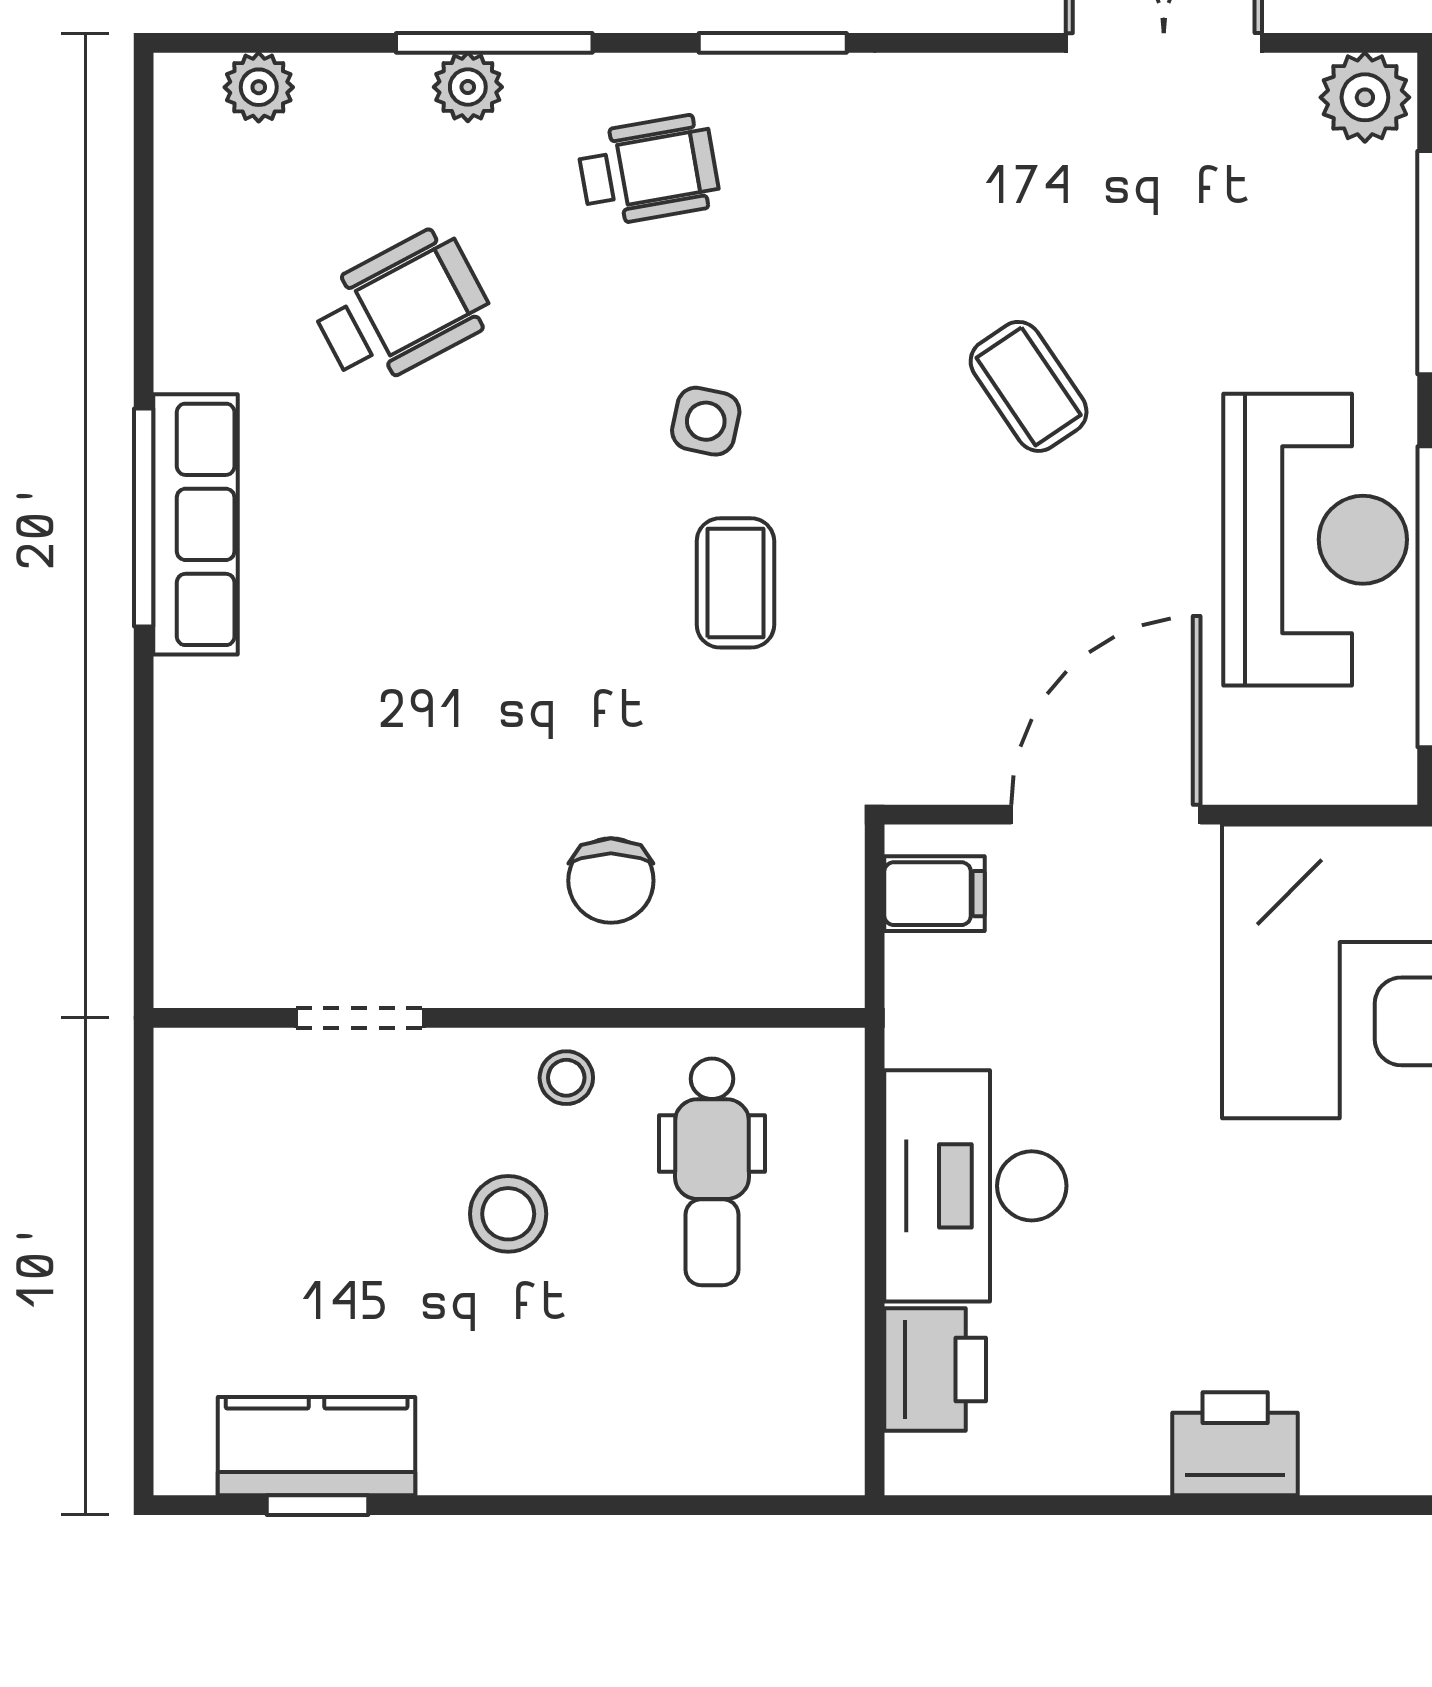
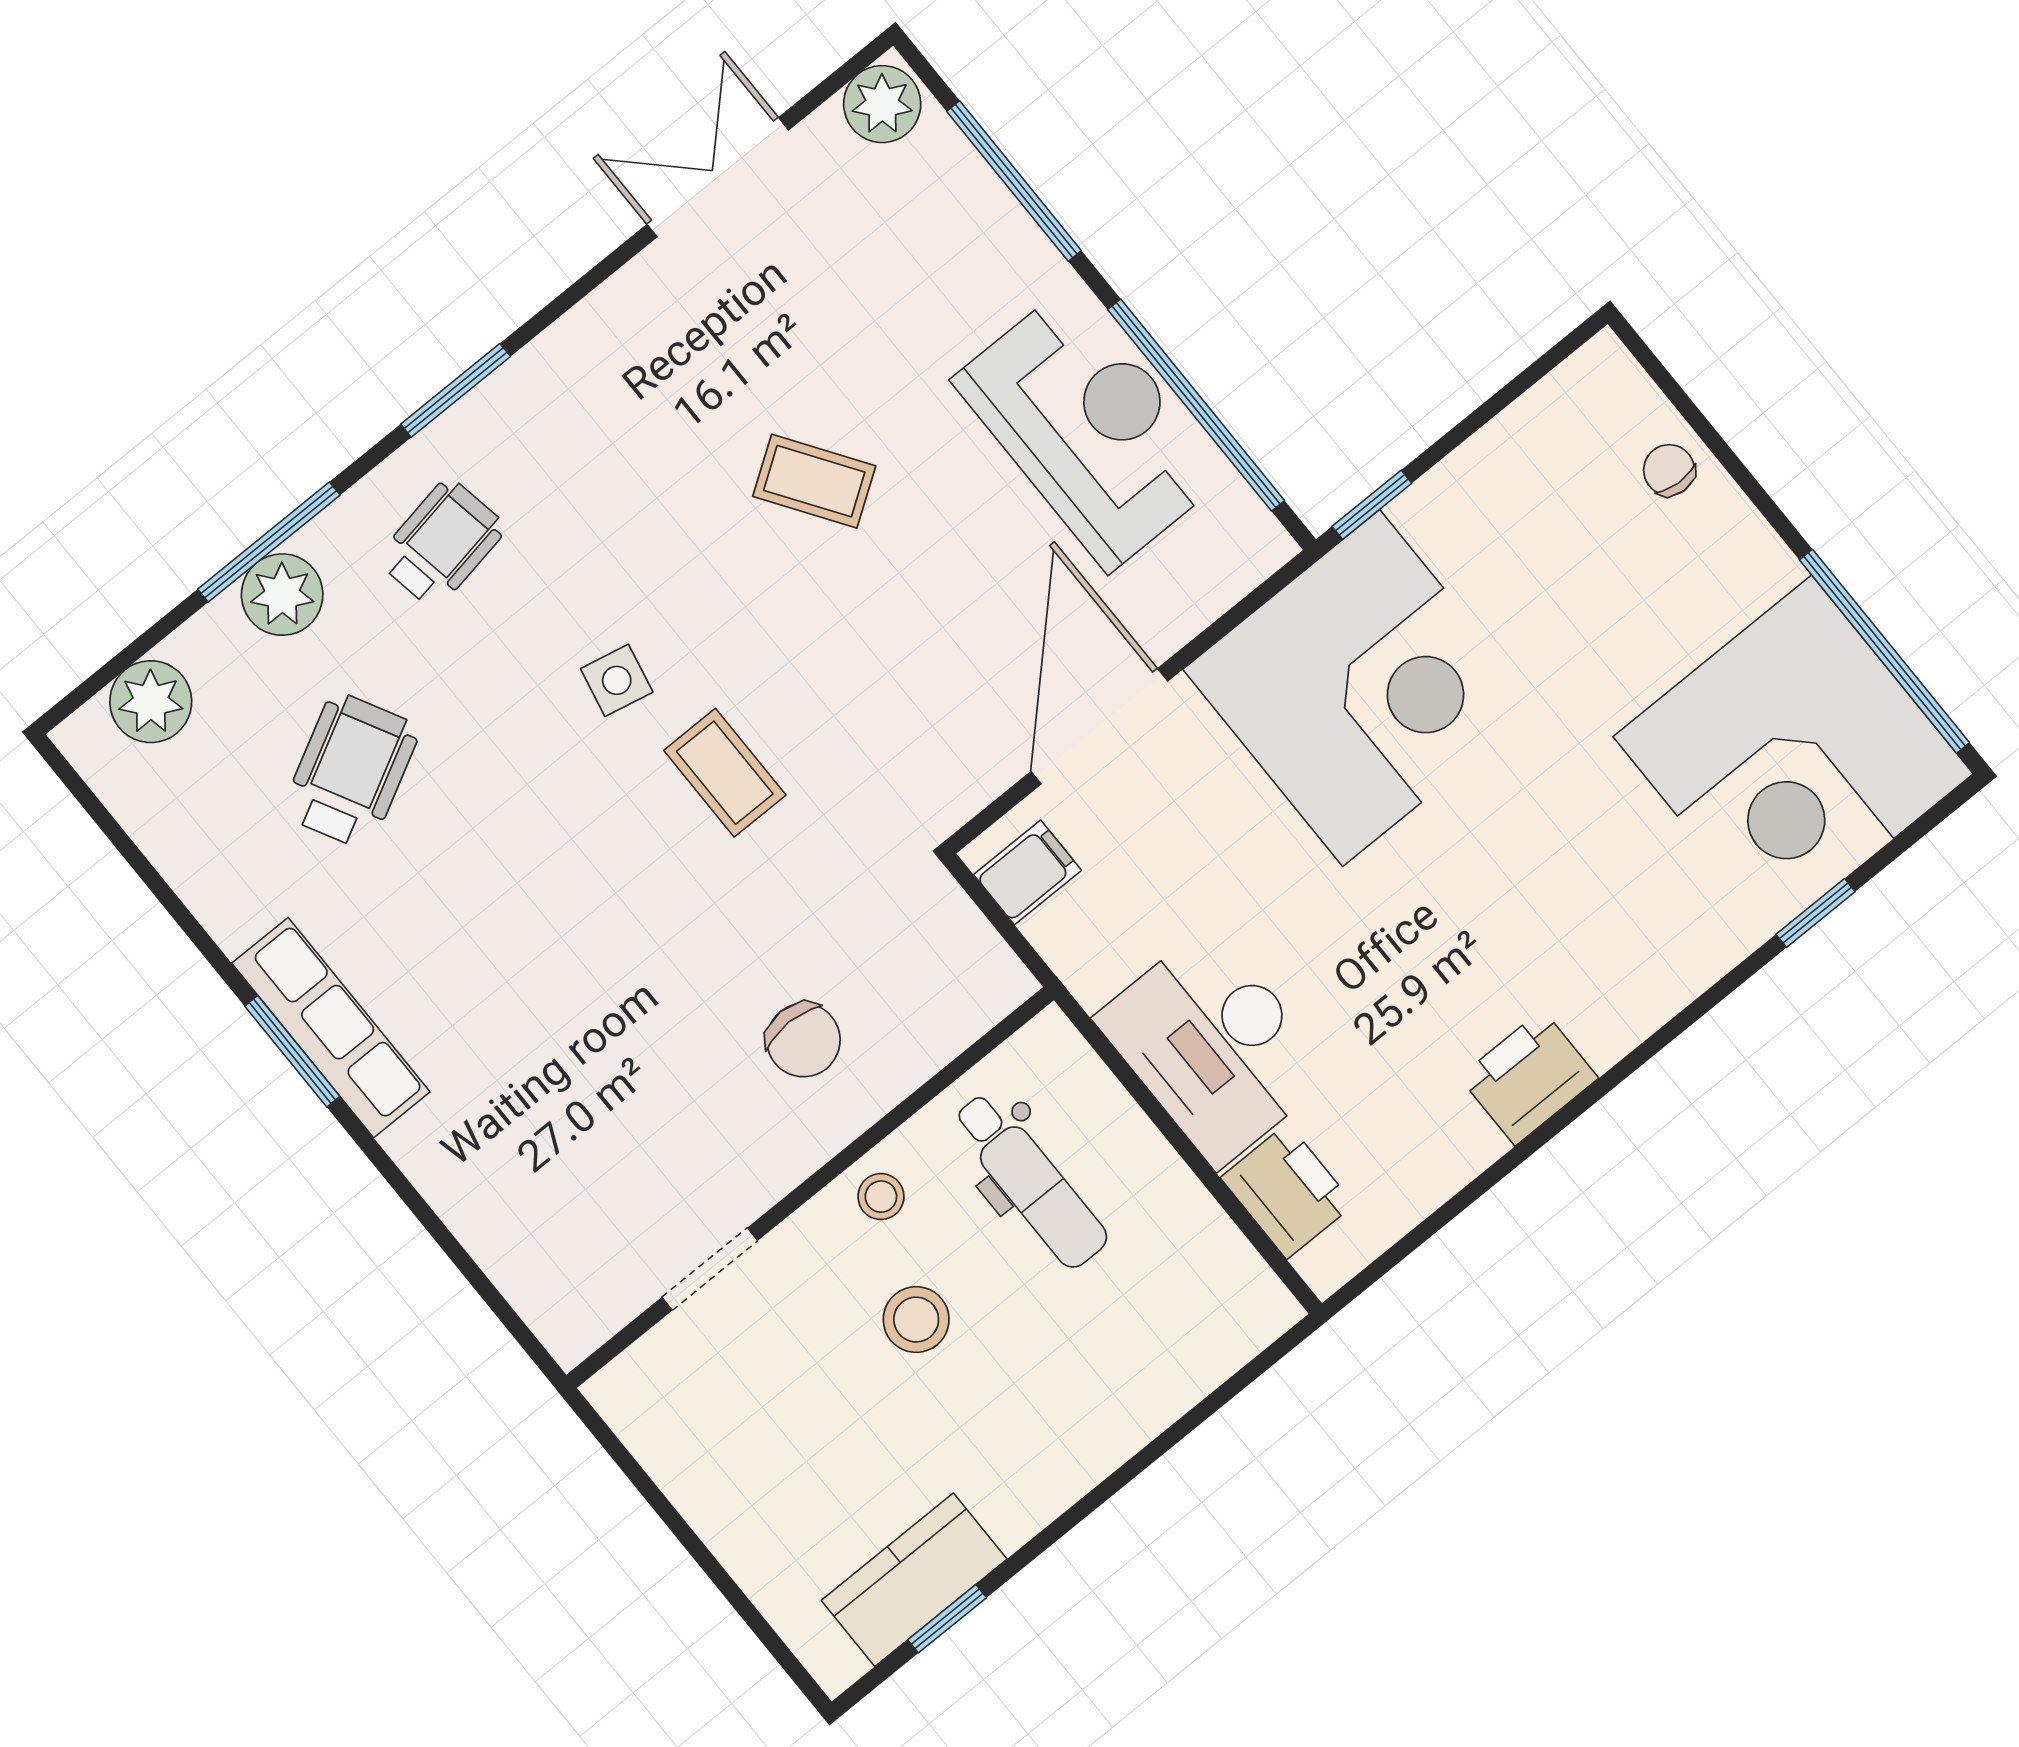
plant: (259, 87) -> (151, 702), width x1.38, depth x1.38
plant: (468, 87) -> (282, 595), width x1.38, depth x1.38
window: (144, 517) -> (292, 1051), width x0.69

